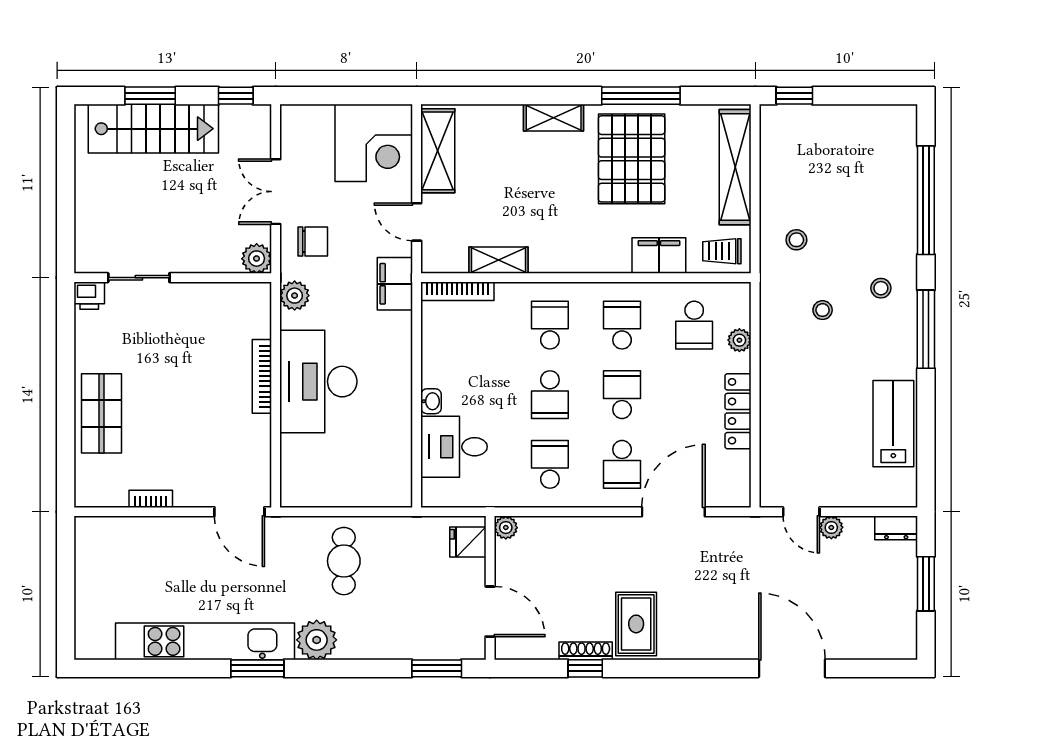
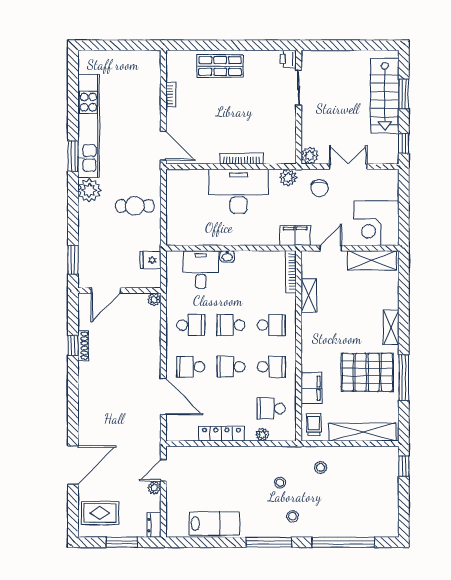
school desk: (622, 395) -> (231, 367), turned 180
door: (239, 512) -> (163, 146), swing flipped
fridge: (468, 542) -> (151, 260), moved, turned -90
rug: (636, 624) -> (100, 513), moved

